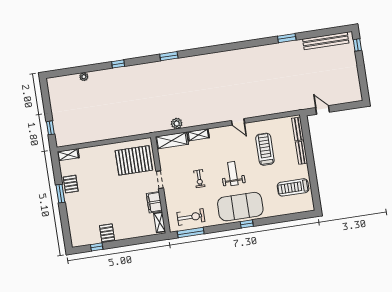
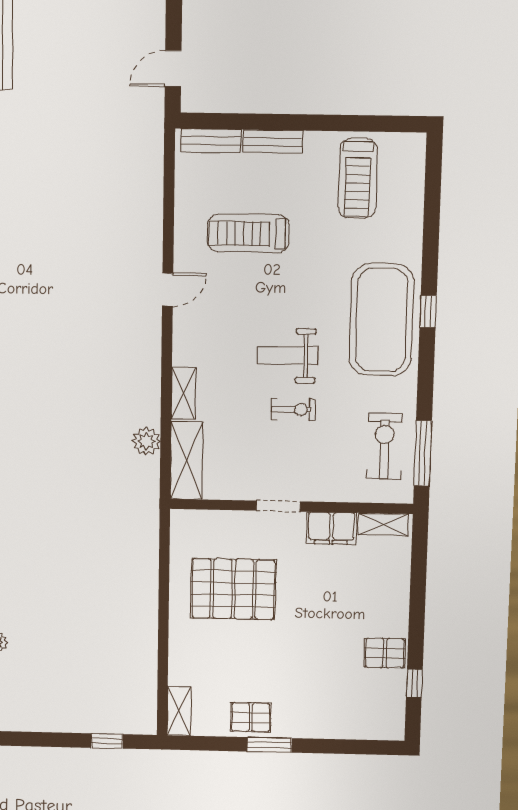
pallet: (134, 160) -> (233, 589), moved, turned 90
weight bench: (233, 174) -> (288, 355), moved

